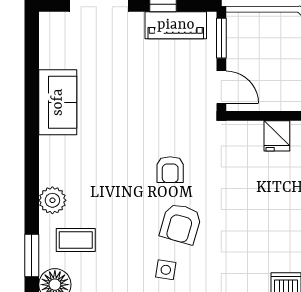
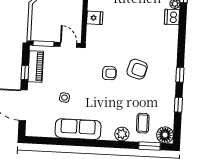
door: (221, 87) -> (69, 45), hinge flipped
sofa: (58, 102) -> (78, 129), width x1.36
side table: (166, 270) -> (65, 98), moved

